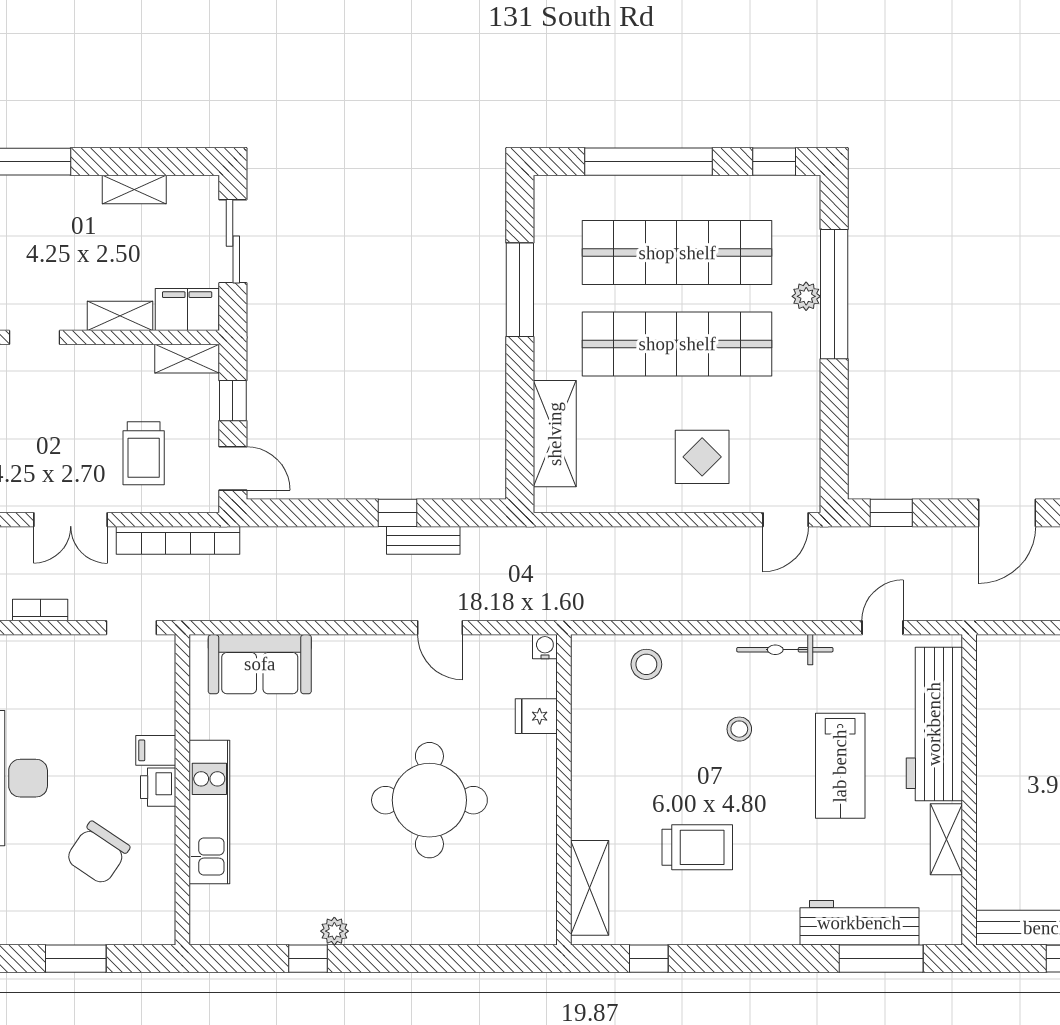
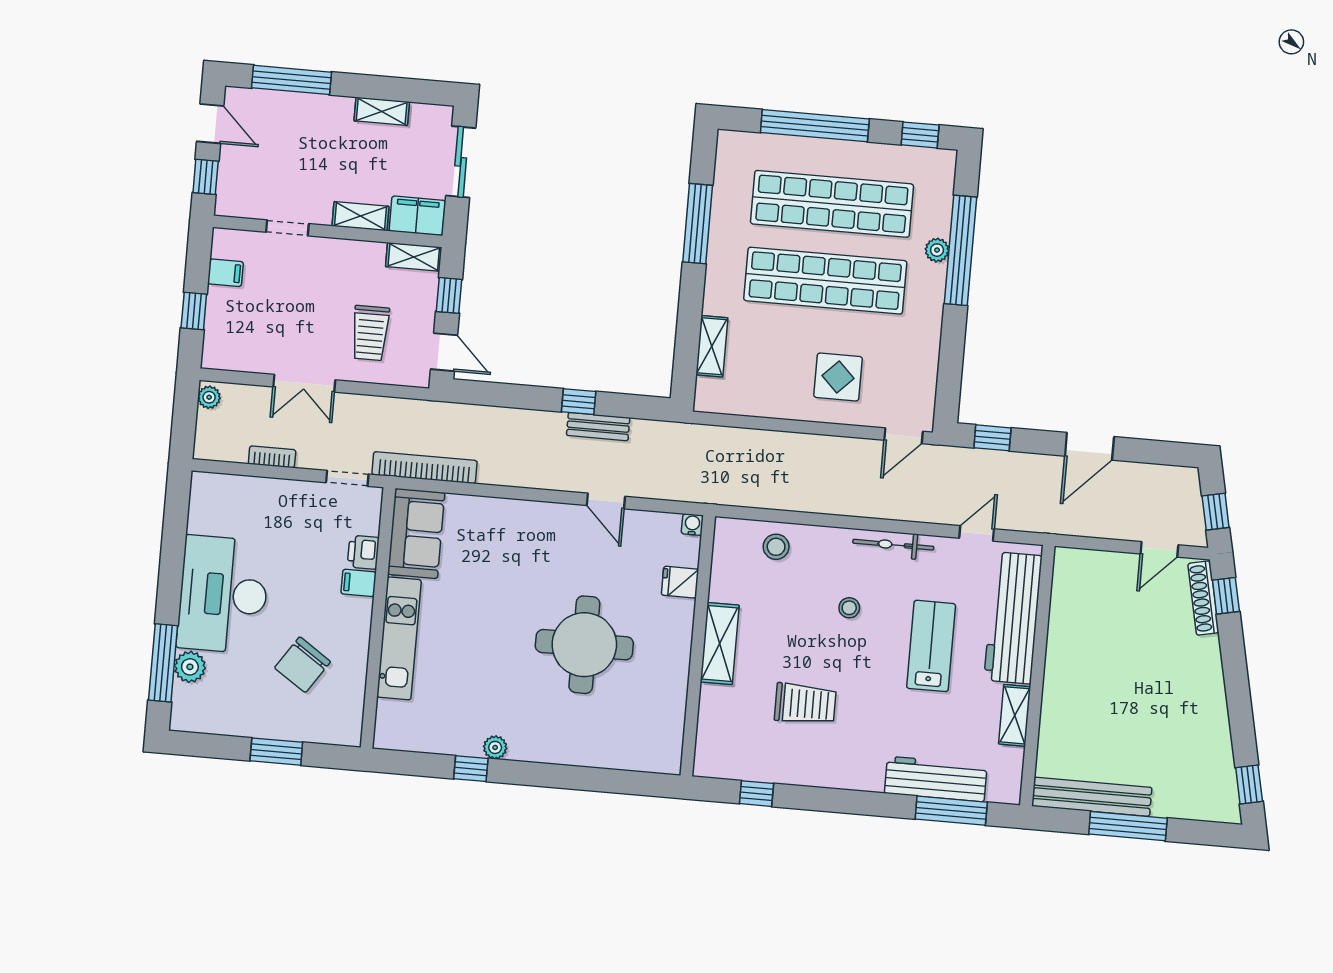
shelving: (555, 434) -> (712, 346), width x0.67, depth x0.75
bookcase: (178, 540) -> (425, 468), moved, turned 180
sofa: (260, 664) -> (416, 533), moved, turned -90
lab bench: (840, 766) -> (931, 646), turned 180
printer: (158, 787) -> (363, 552), moved
shelving: (590, 888) -> (720, 643), moved

